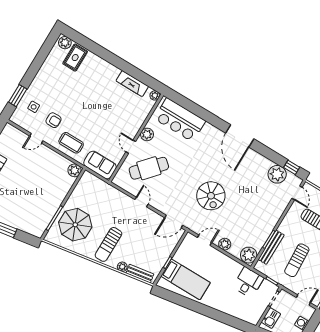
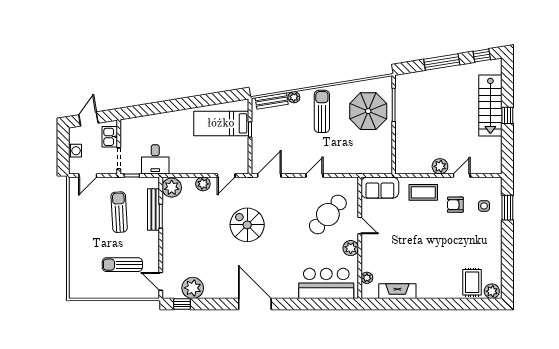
plant: (155, 95) -> (367, 278), moved
plant: (74, 170) -> (440, 166), moved
door: (141, 202) -> (315, 175), swing flipped

